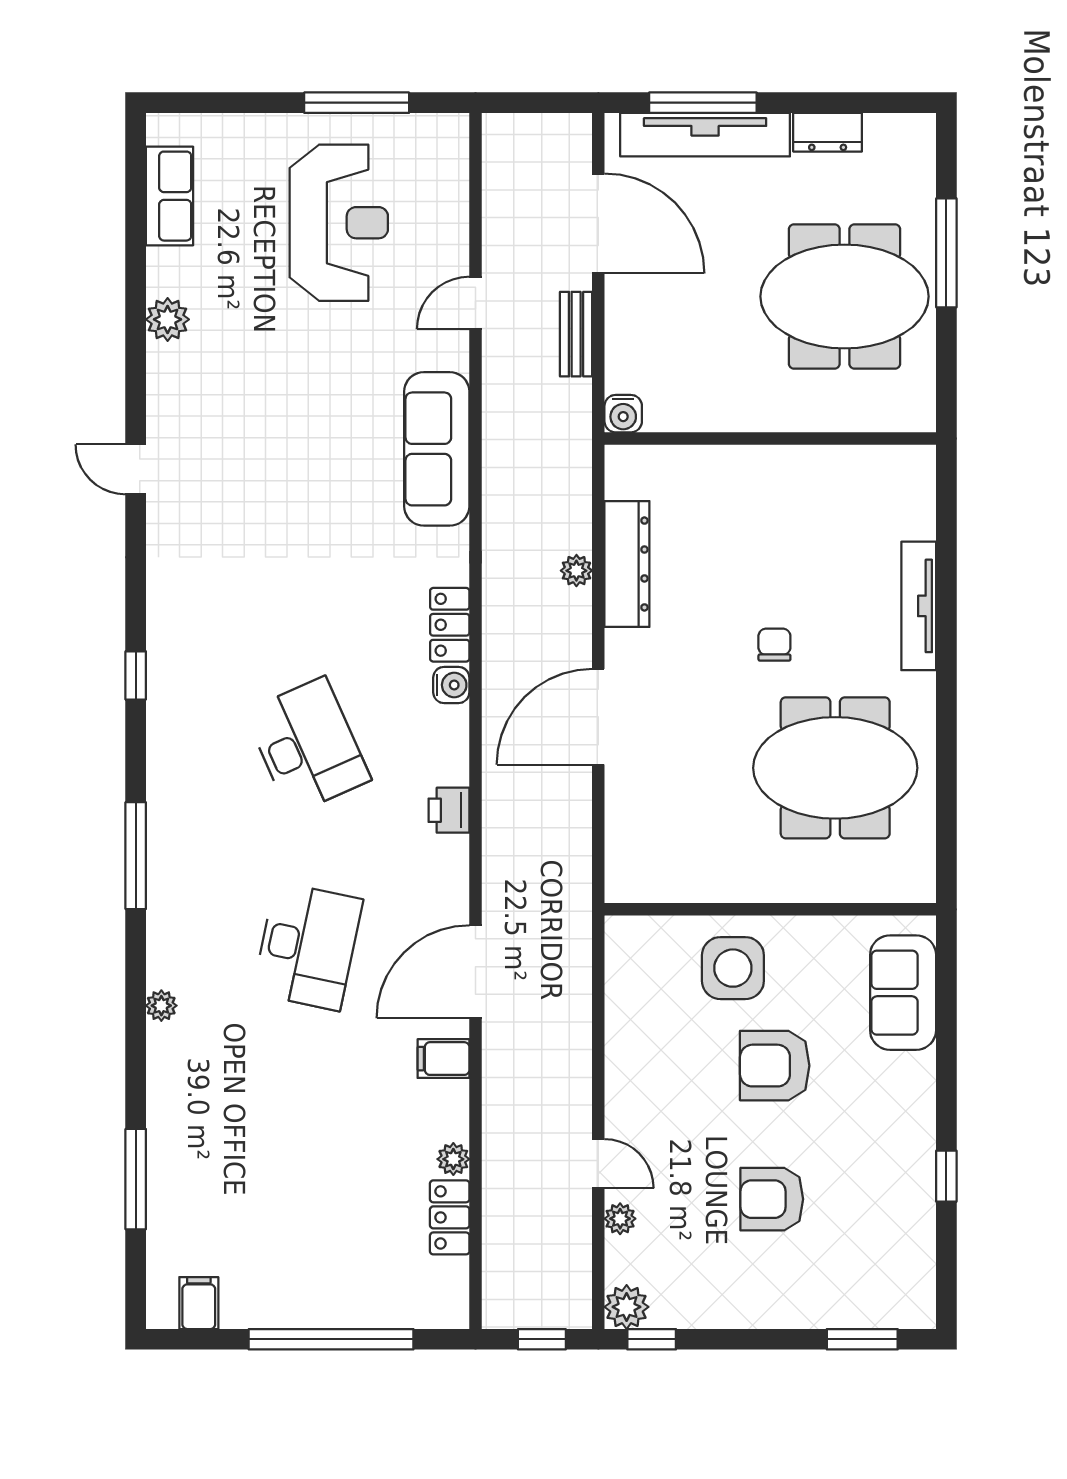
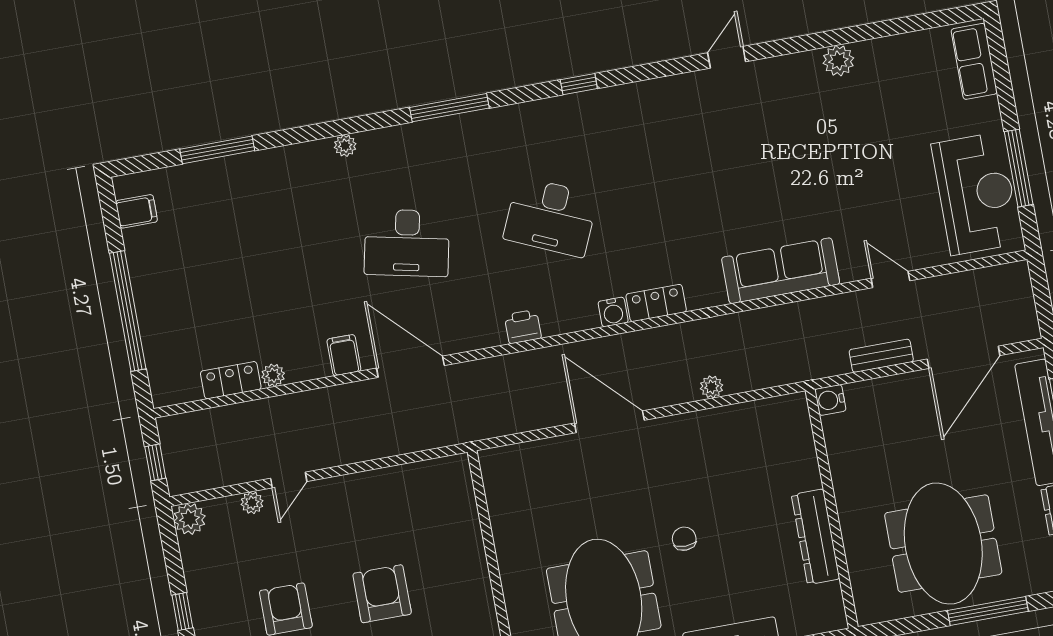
row of seats: (170, 196) -> (974, 61), moved, turned 90
reception desk: (339, 223) -> (976, 194), moved, turned -90
dresser: (627, 564) -> (816, 537), moved, turned 90
chair: (774, 645) -> (684, 539), turned -90
desk: (308, 746) -> (551, 217), turned 48
side table: (733, 968) -> (447, 551), removed
window: (652, 1339) -> (182, 612), moved

